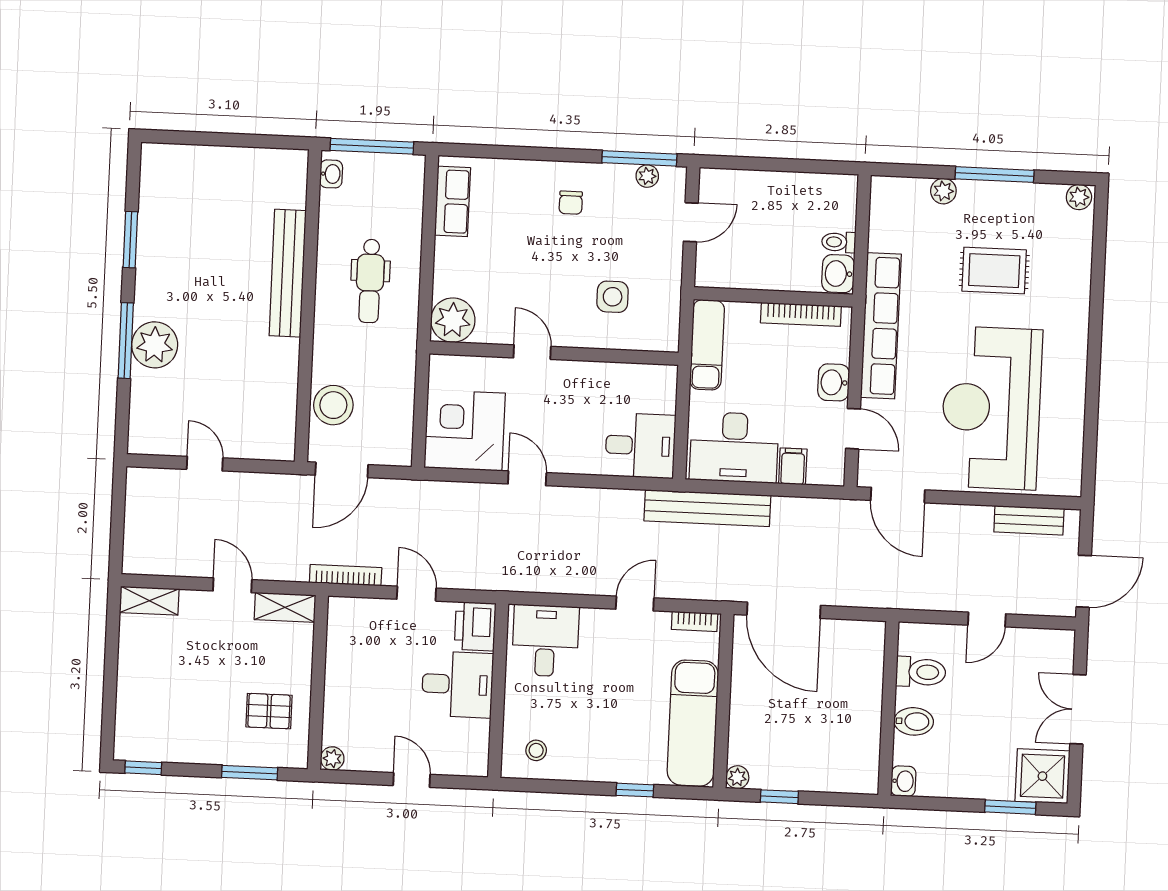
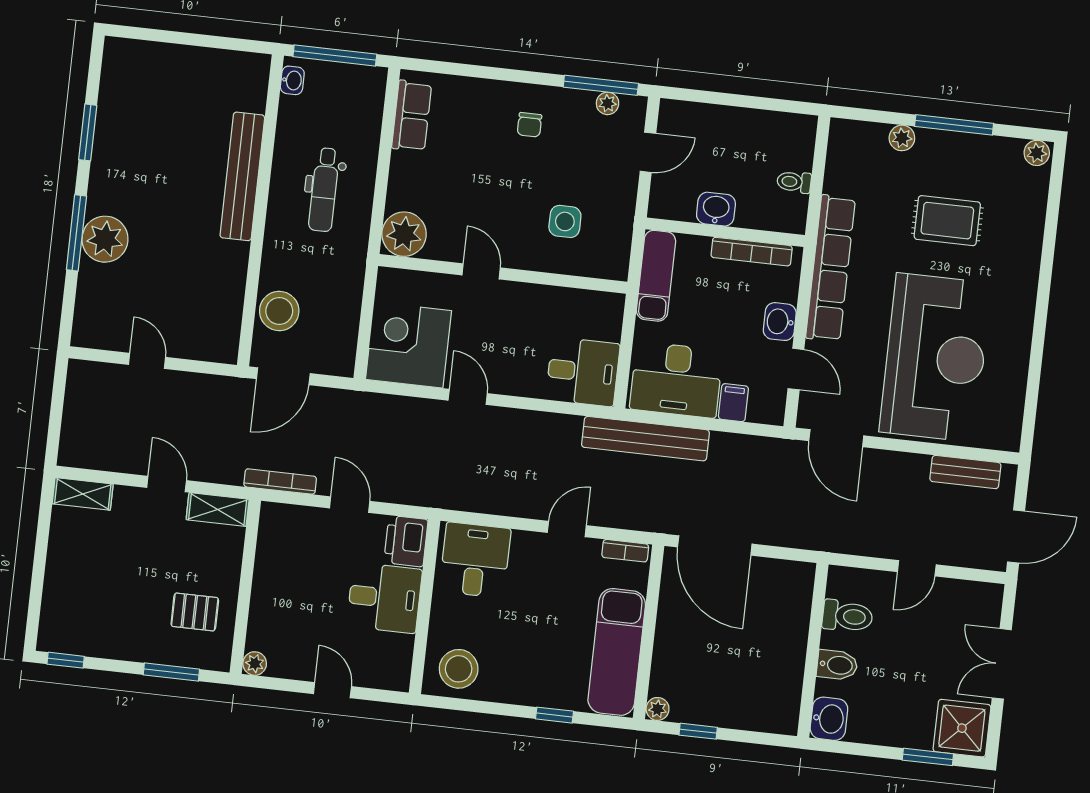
washbasin: (838, 274) -> (716, 209), moved, turned 90
reception desk: (991, 408) -> (935, 357), turned 180
stool: (536, 750) -> (459, 669), width x1.89, depth x1.89
washbasin: (903, 781) -> (829, 719), width x1.38, depth x1.45

